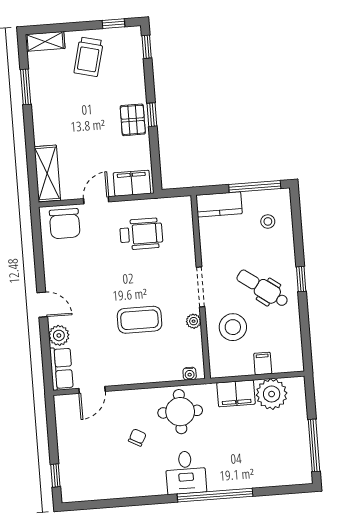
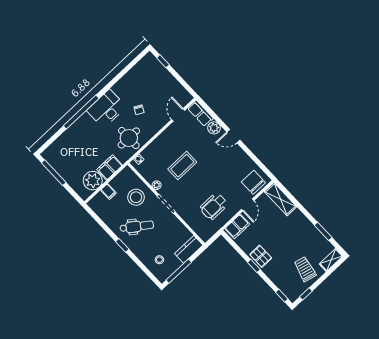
desk: (186, 472) -> (106, 109), width x1.37

